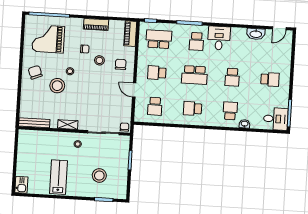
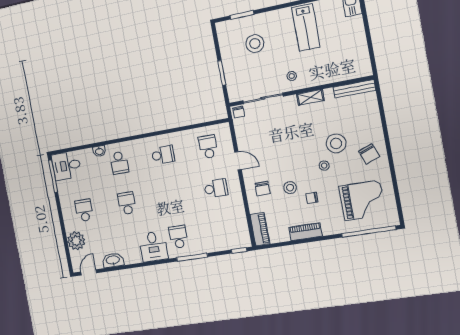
school desk: (159, 39) -> (224, 230), removed
plant: (283, 56) -> (76, 241), added
school desk: (195, 75) -> (171, 196), removed
school desk: (270, 79) -> (84, 210), turned 90

